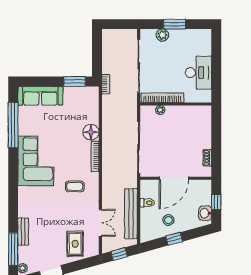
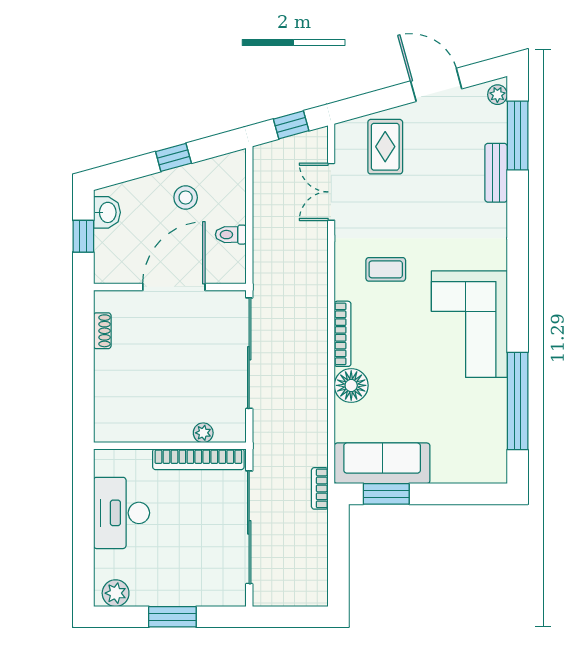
plant: (162, 35) -> (116, 593), moved
sofa: (40, 96) -> (382, 463), moved
bench: (131, 214) -> (266, 211), removed

